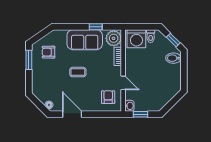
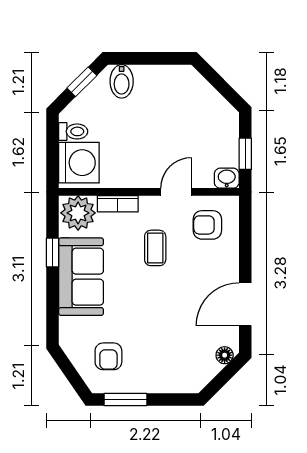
coffee table: (78, 72) -> (155, 248), moved

